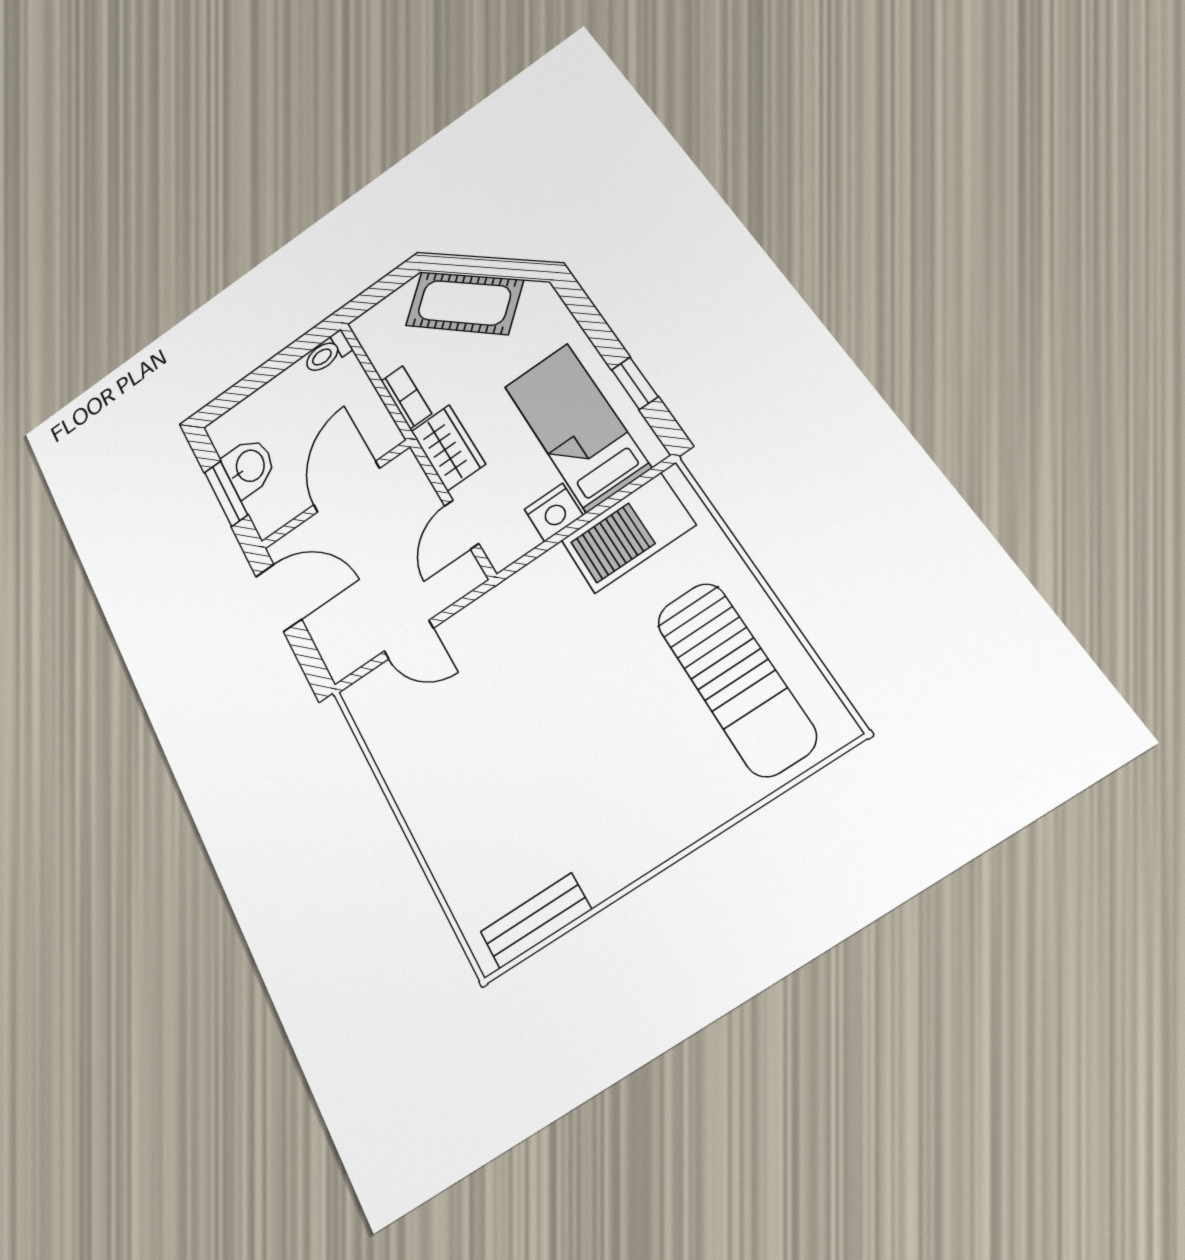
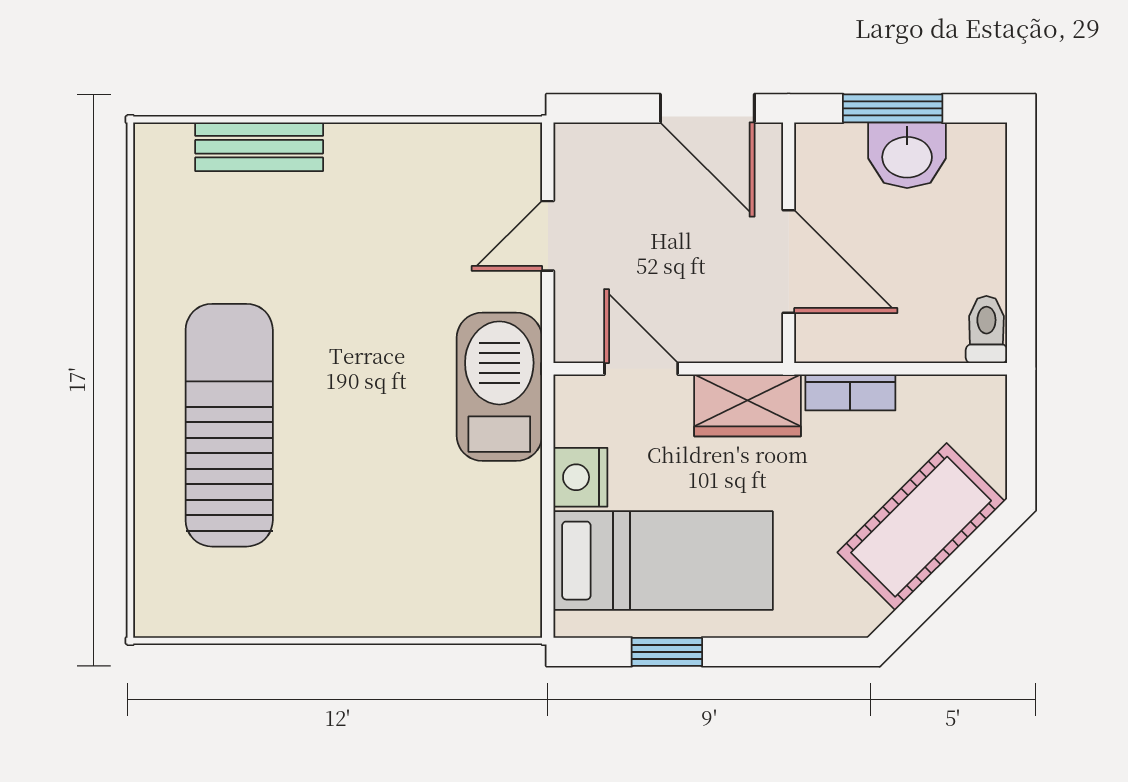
barbecue: (628, 533) -> (499, 387), moved
door: (279, 598) -> (707, 108), hinge flipped
sun lounger: (735, 678) -> (229, 425), moved, turned 90
bench: (536, 921) -> (259, 147), moved, turned 90

